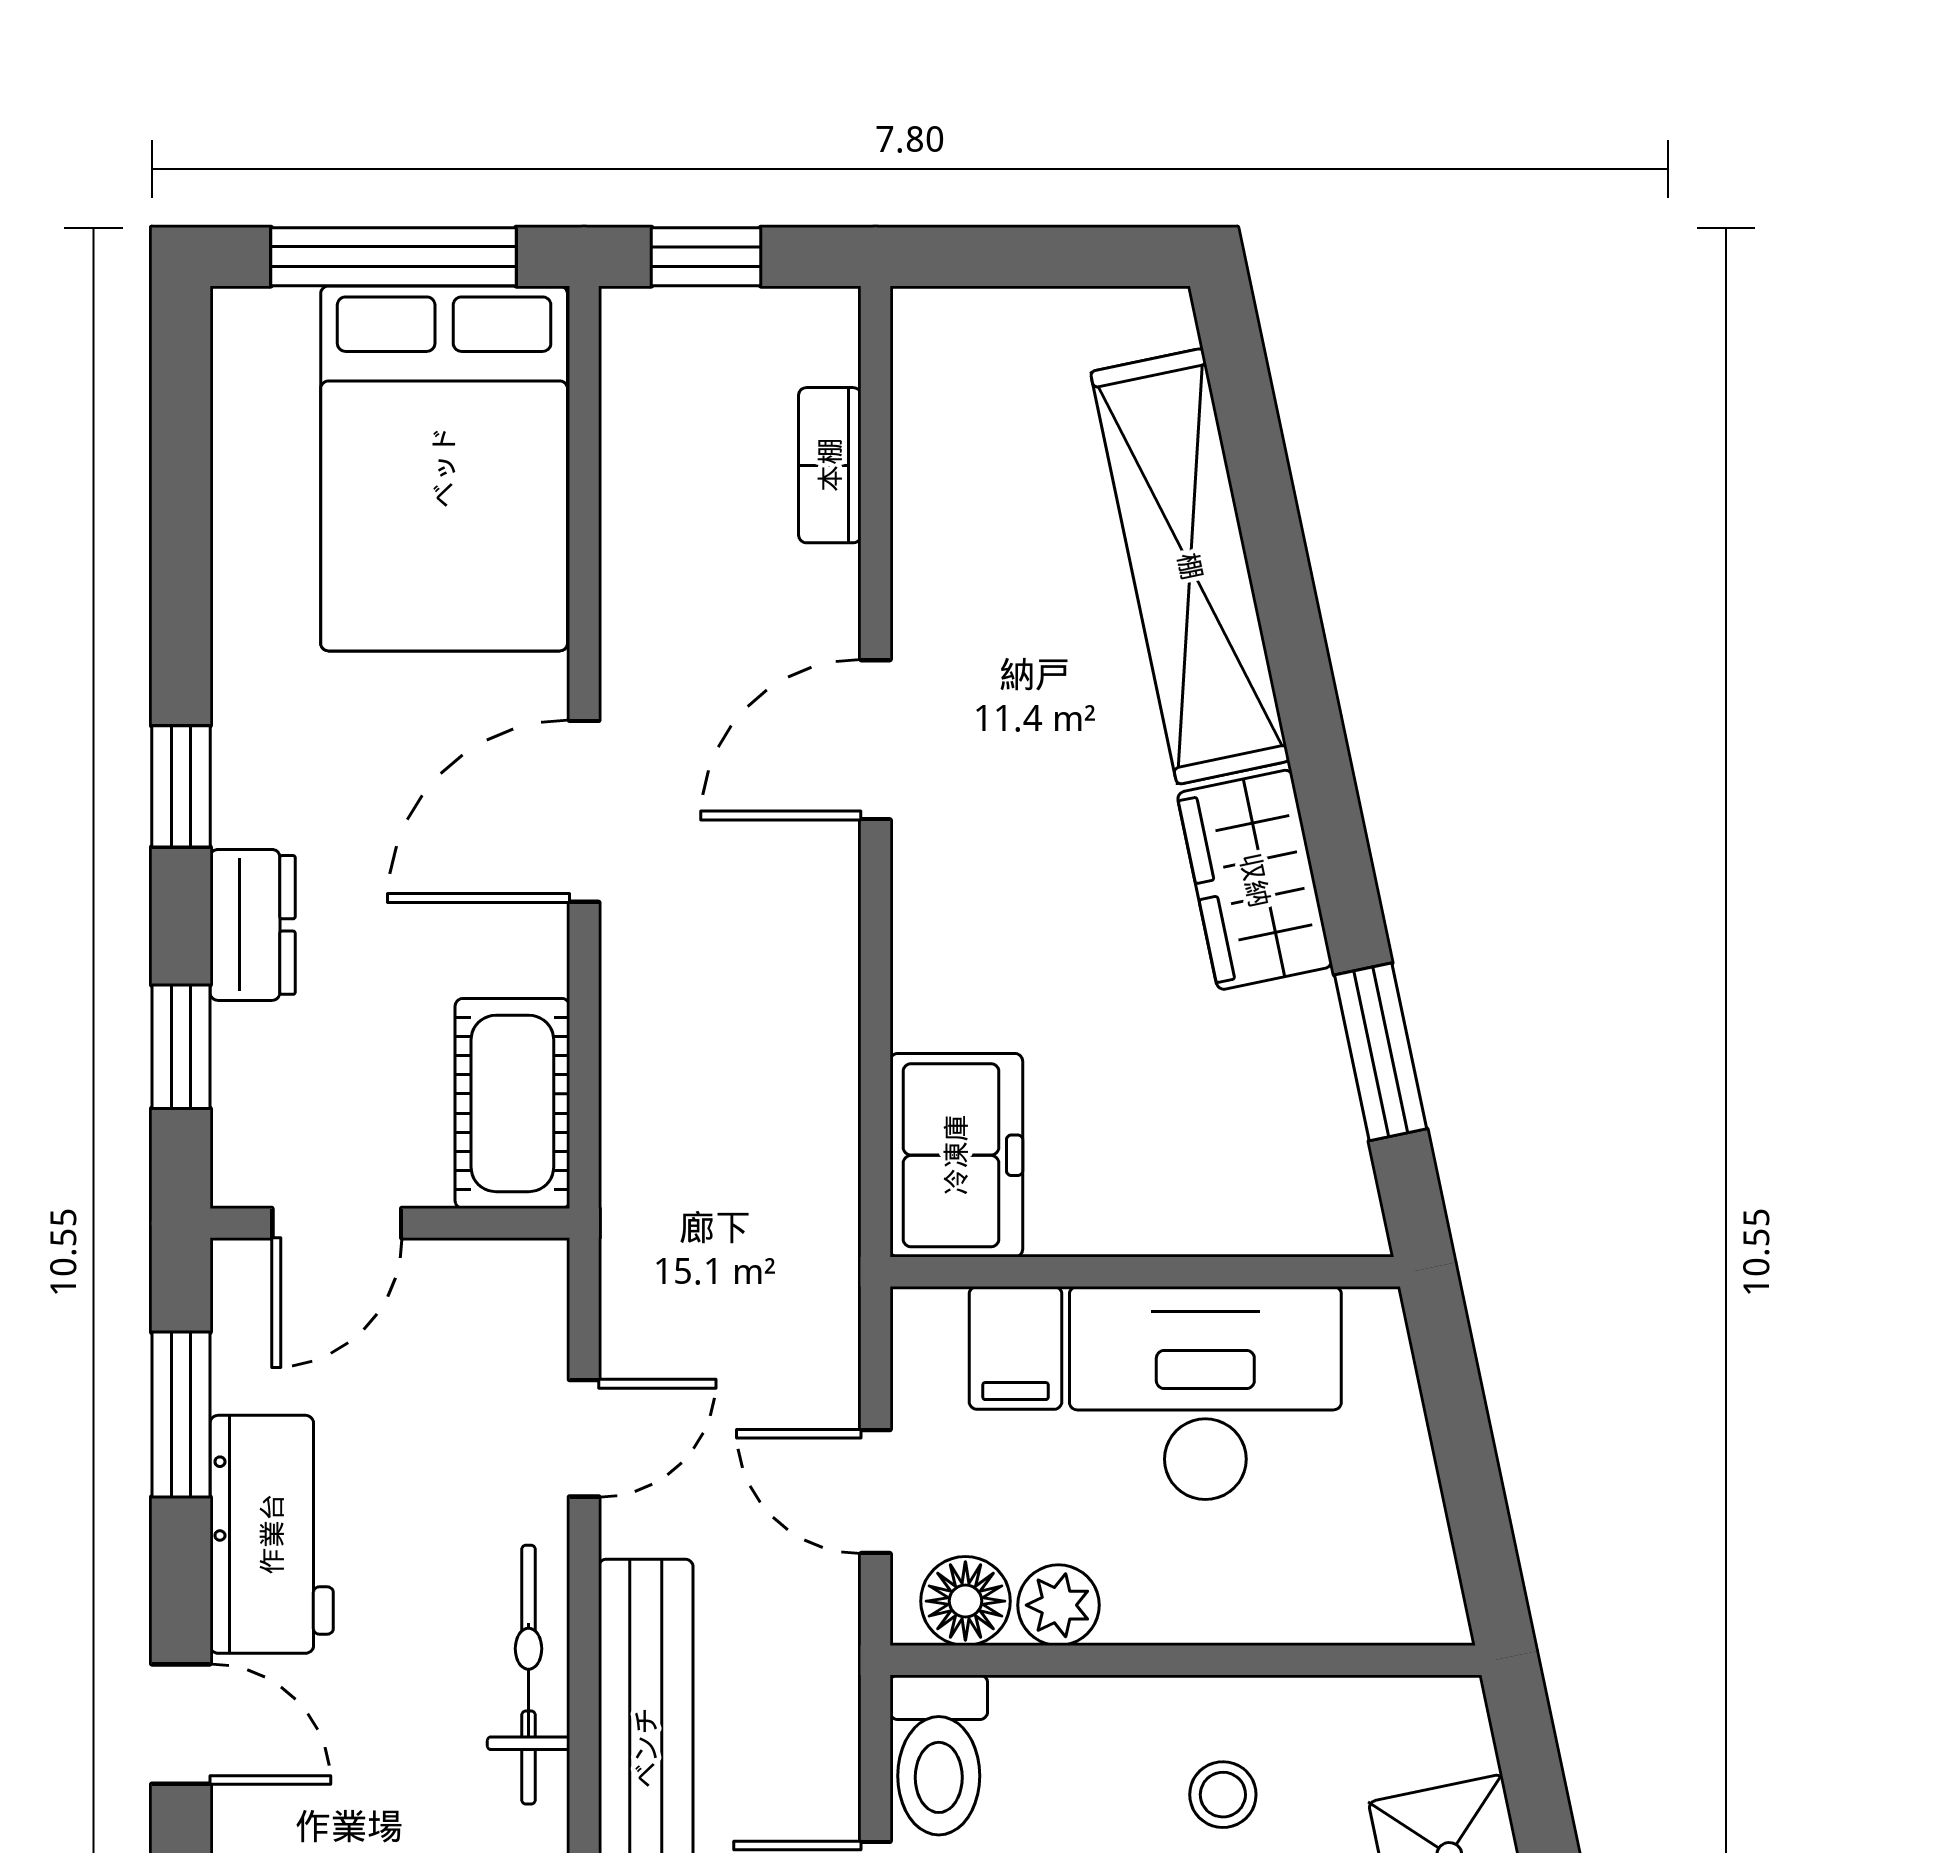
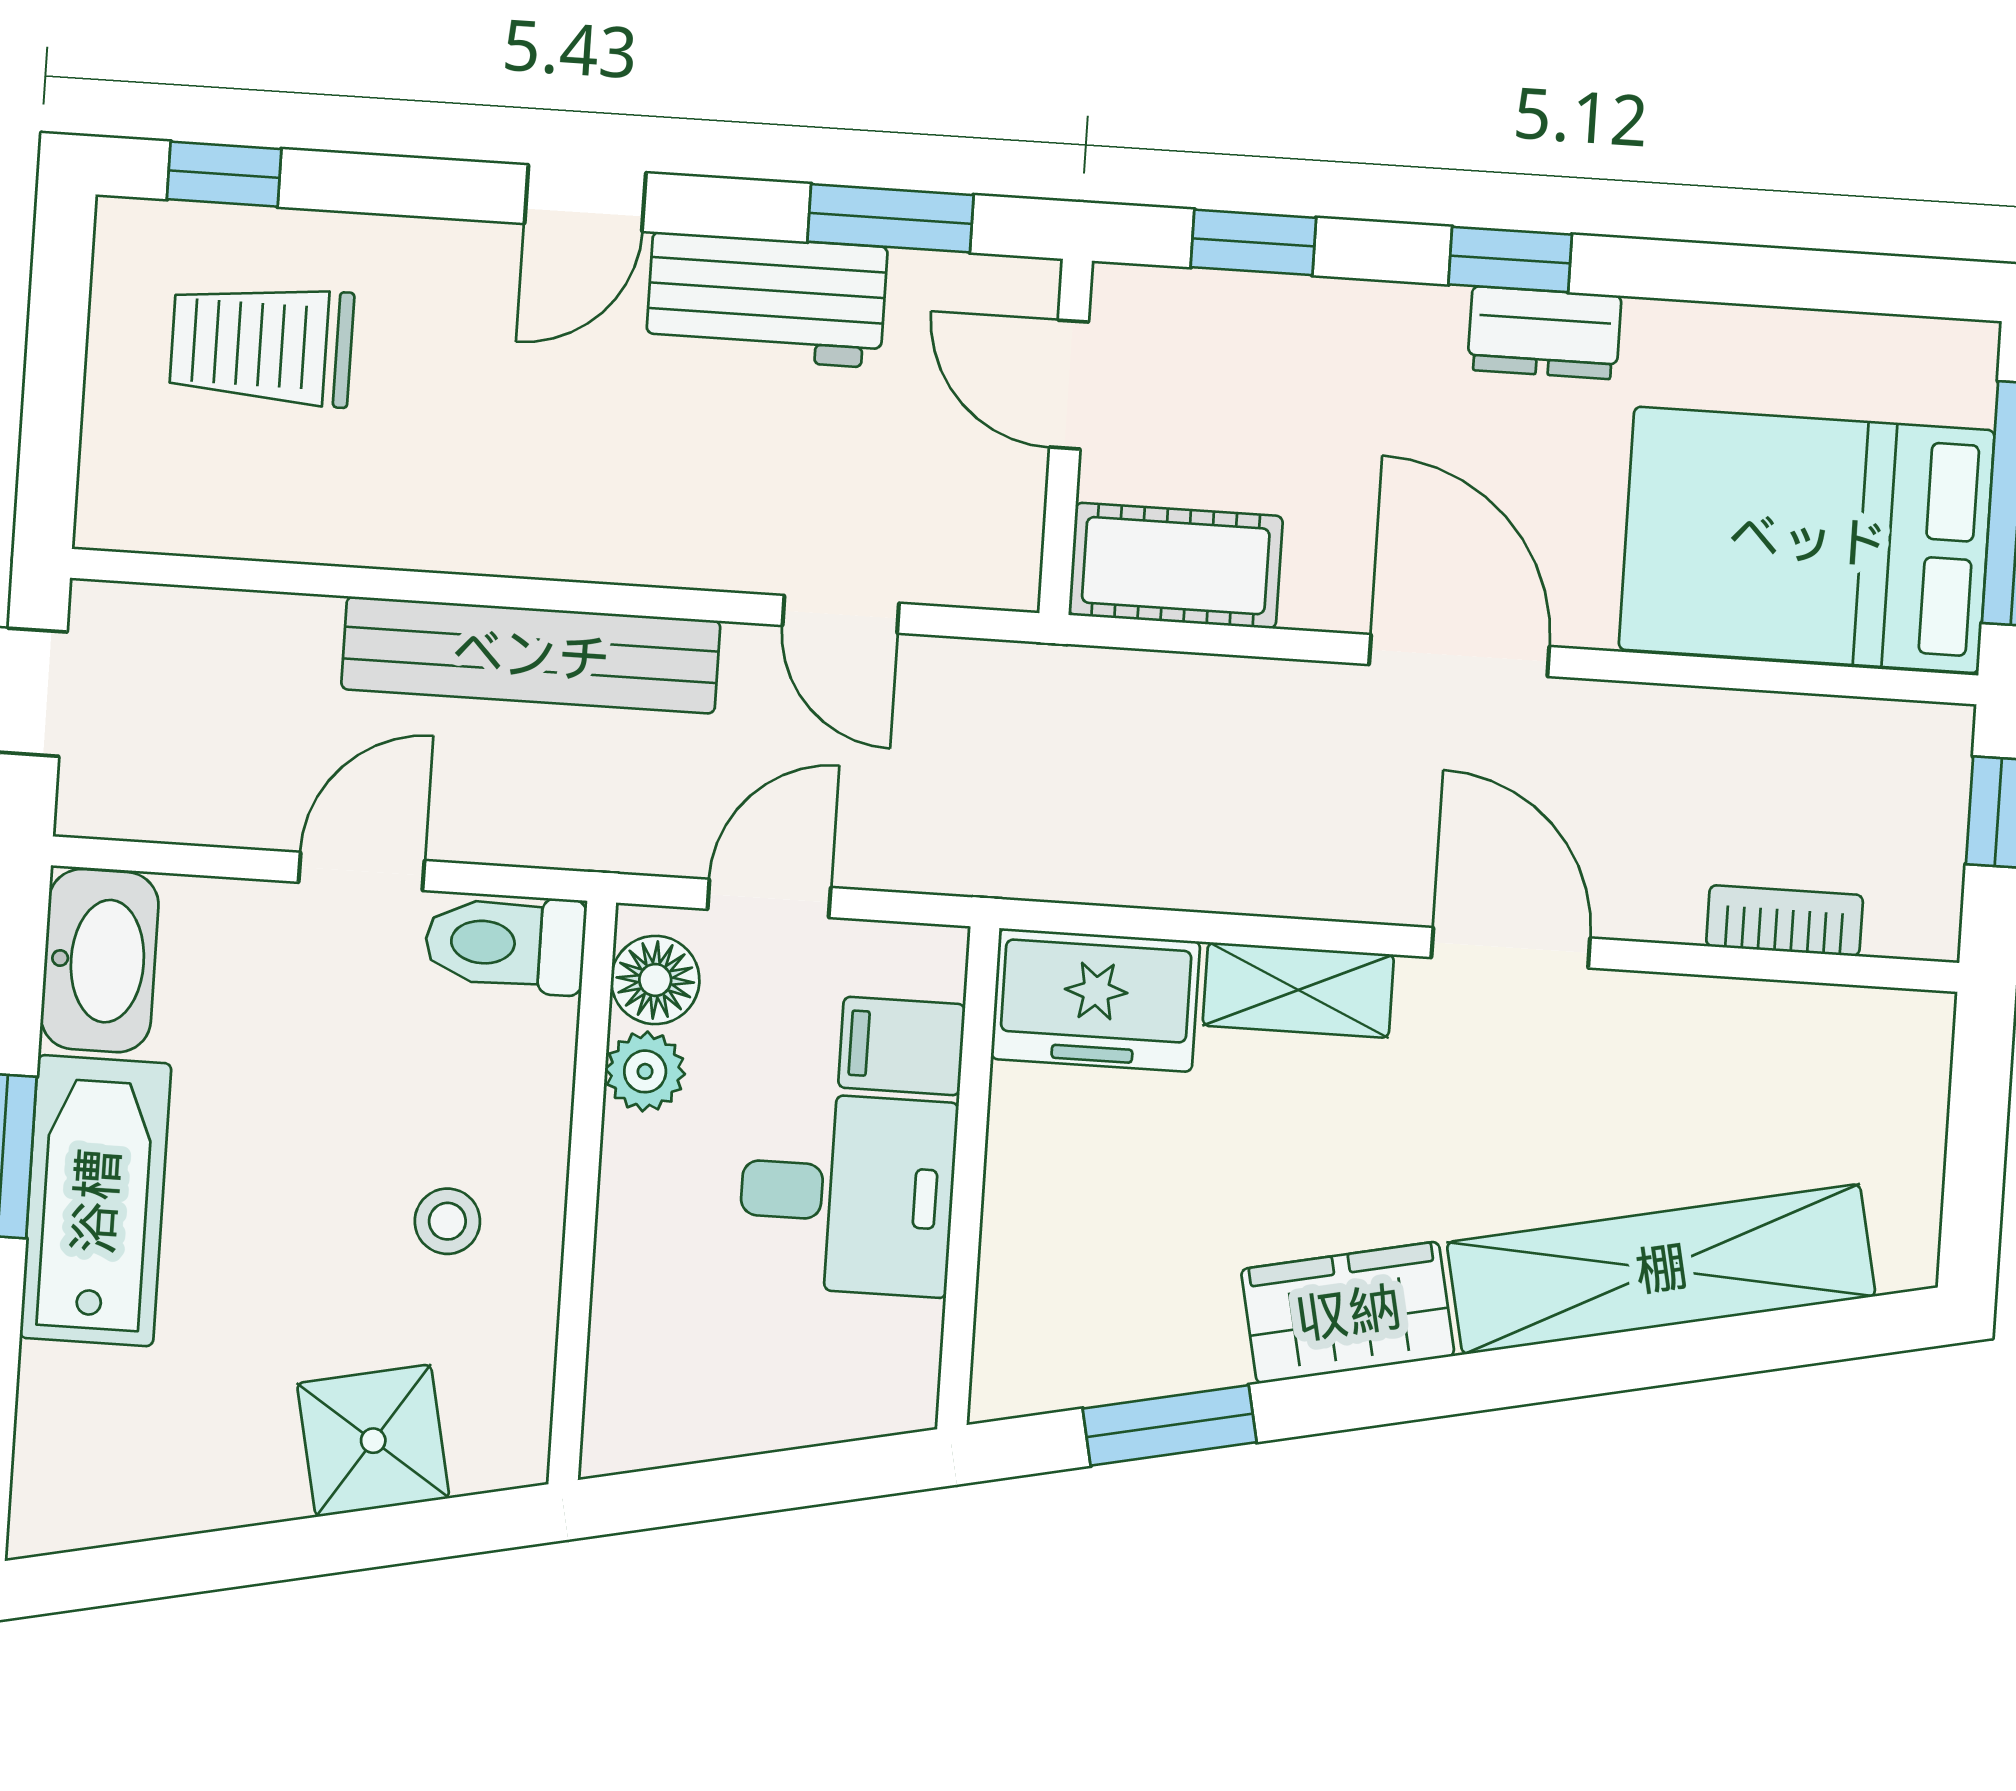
dresser: (253, 925) -> (1544, 333), moved
shelving: (933, 951) -> (1298, 990), added
desk: (1205, 1393) -> (847, 1194), width x0.73
bicycle: (528, 1675) -> (611, 544), removed

